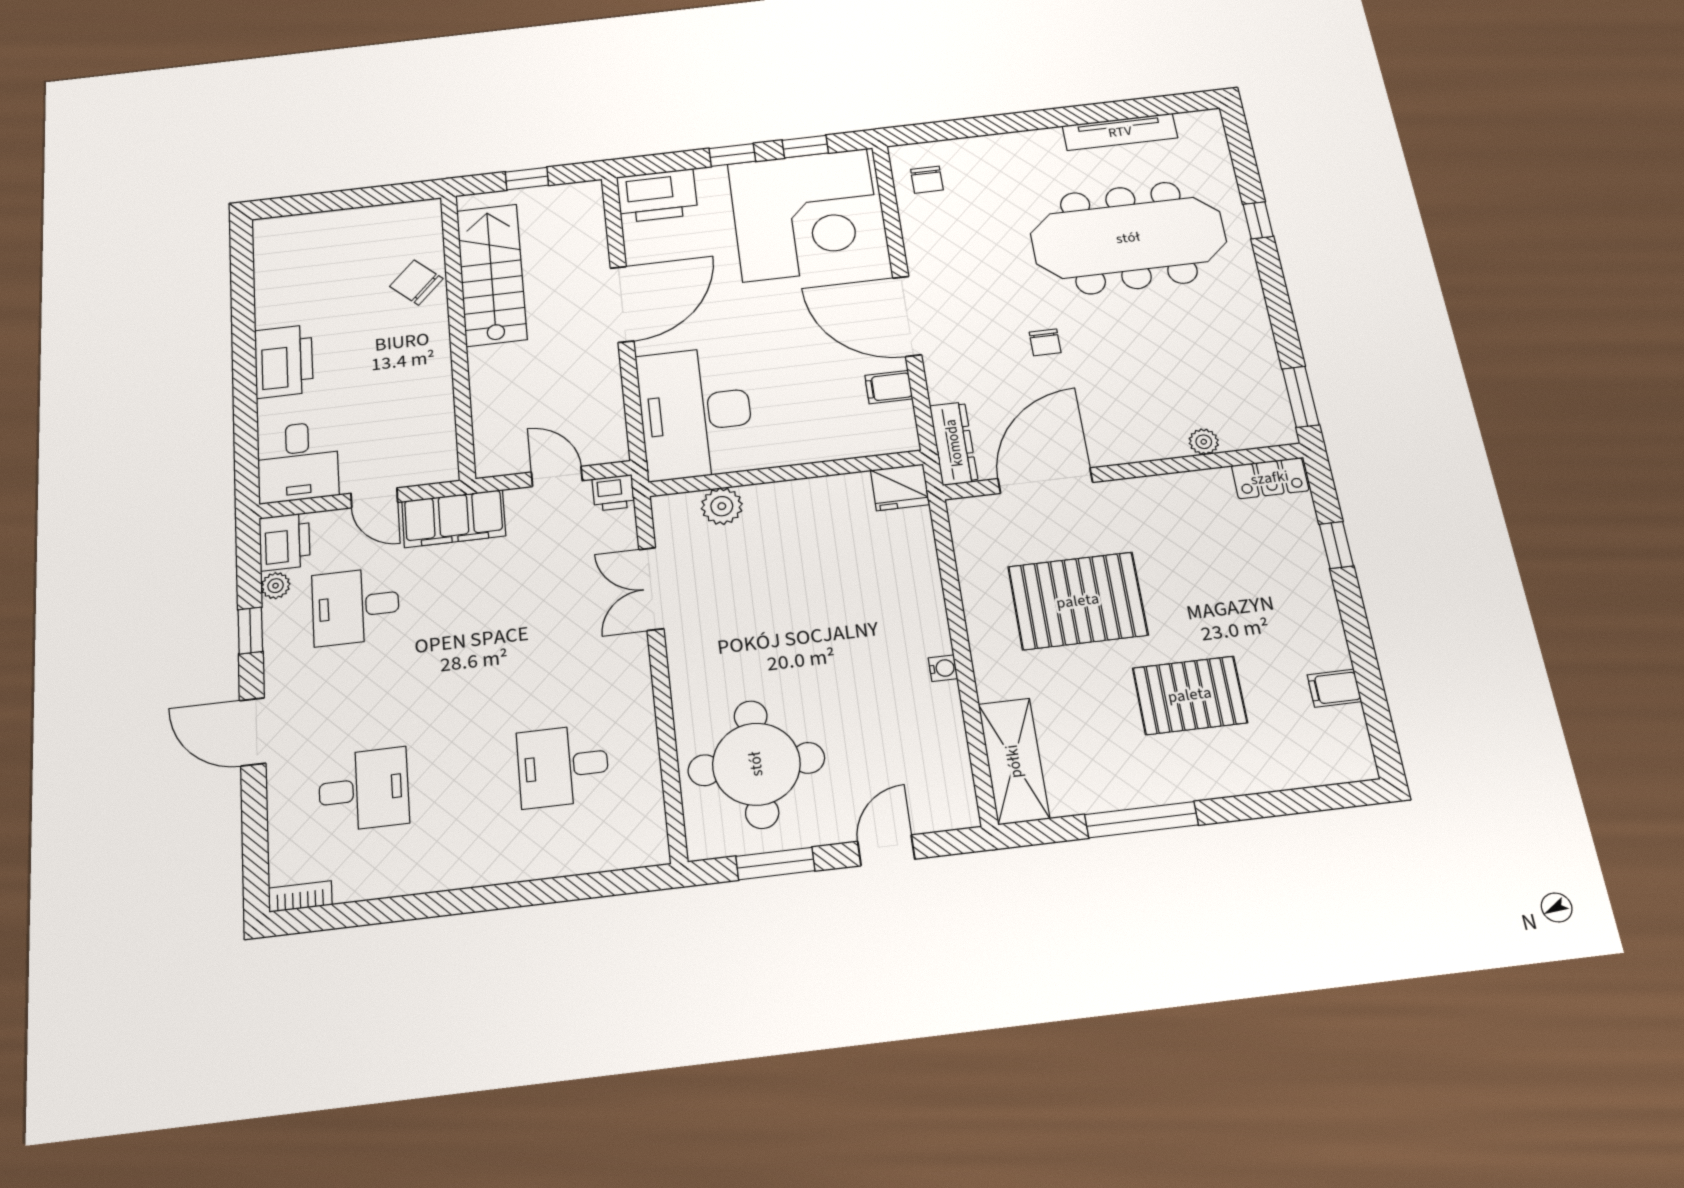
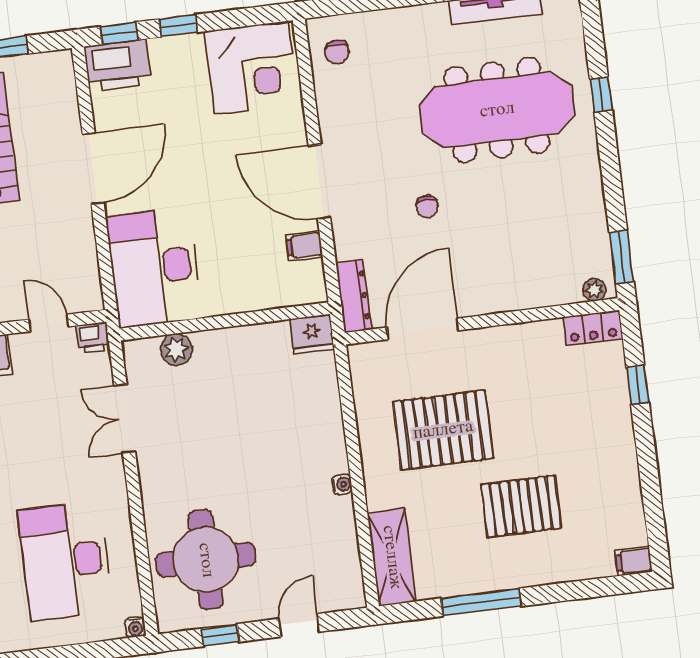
window: (805, 147) -> (119, 33), moved
corner desk: (805, 215) -> (252, 68), width x0.74, depth x0.74
plant: (1204, 442) -> (594, 290), moved
filing cabinet: (1334, 688) -> (634, 561), moved
desk: (563, 766) -> (65, 561), width x1.87, depth x1.30
water cooler: (656, 853) -> (135, 627), added
window: (775, 864) -> (220, 635), width x0.67

